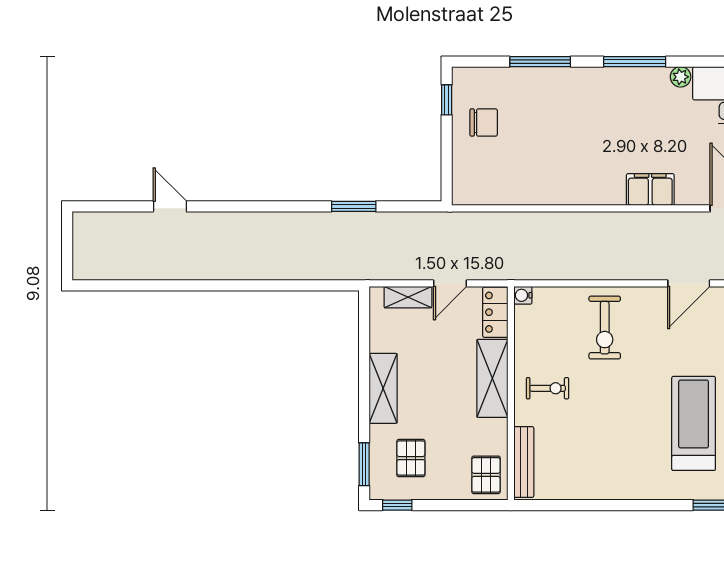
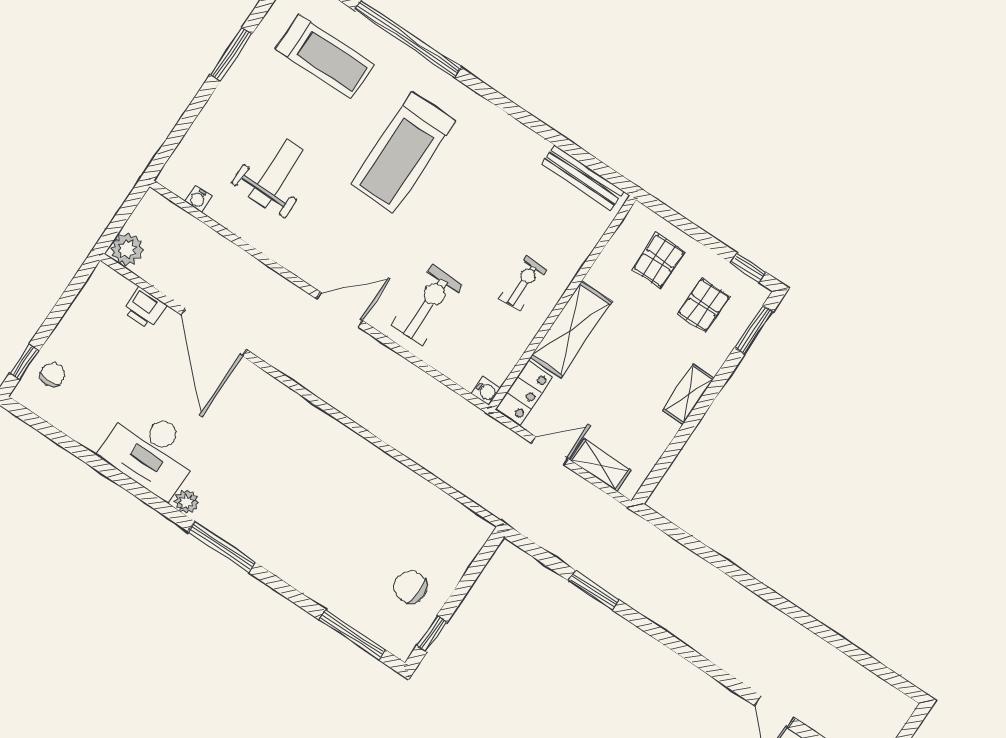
window: (540, 62) -> (352, 635), moved
filing cabinet: (650, 190) -> (291, 411), removed
door: (689, 283) -> (339, 310), moved
shelving: (383, 388) -> (688, 394), width x0.67, depth x0.75
exercise bike: (548, 388) -> (523, 283), turned 90
bench: (524, 462) -> (582, 178), moved, turned 90
pallet: (486, 475) -> (659, 261), moved

